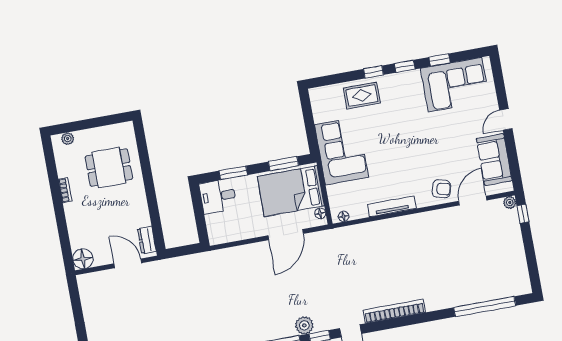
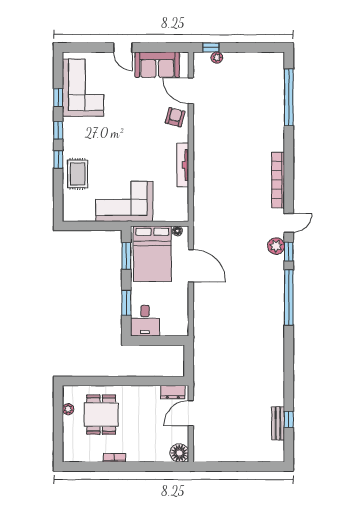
plant: (68, 139) -> (68, 409), moved
plant: (510, 203) -> (217, 58), moved
floor lamp: (344, 216) -> (184, 210), removed
plant: (304, 325) -> (276, 246), moved

